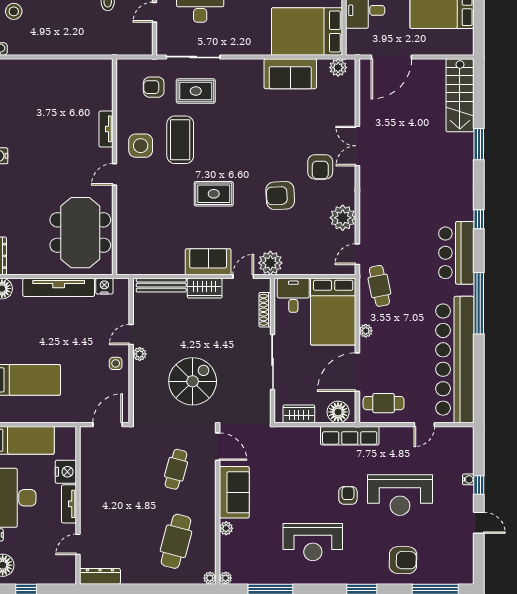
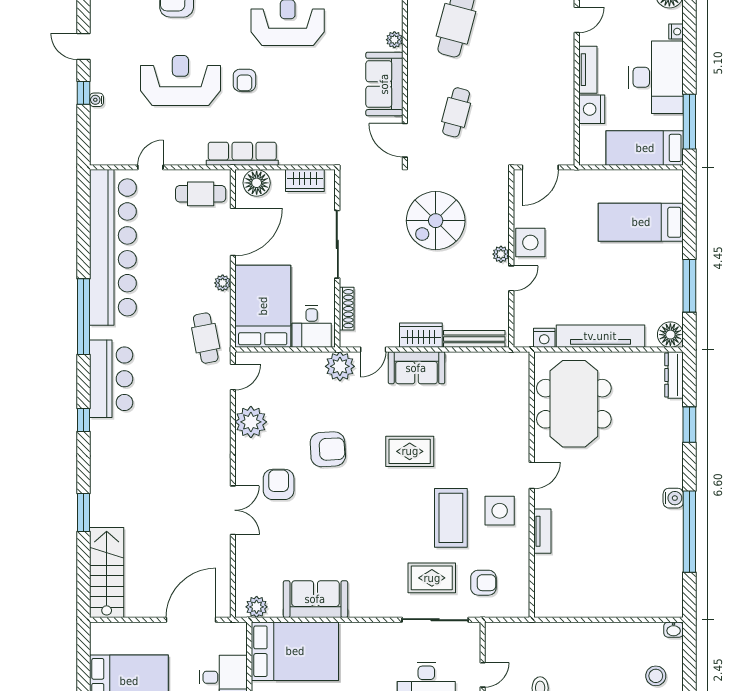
side table: (116, 363) -> (530, 243), width x1.87, depth x1.87

